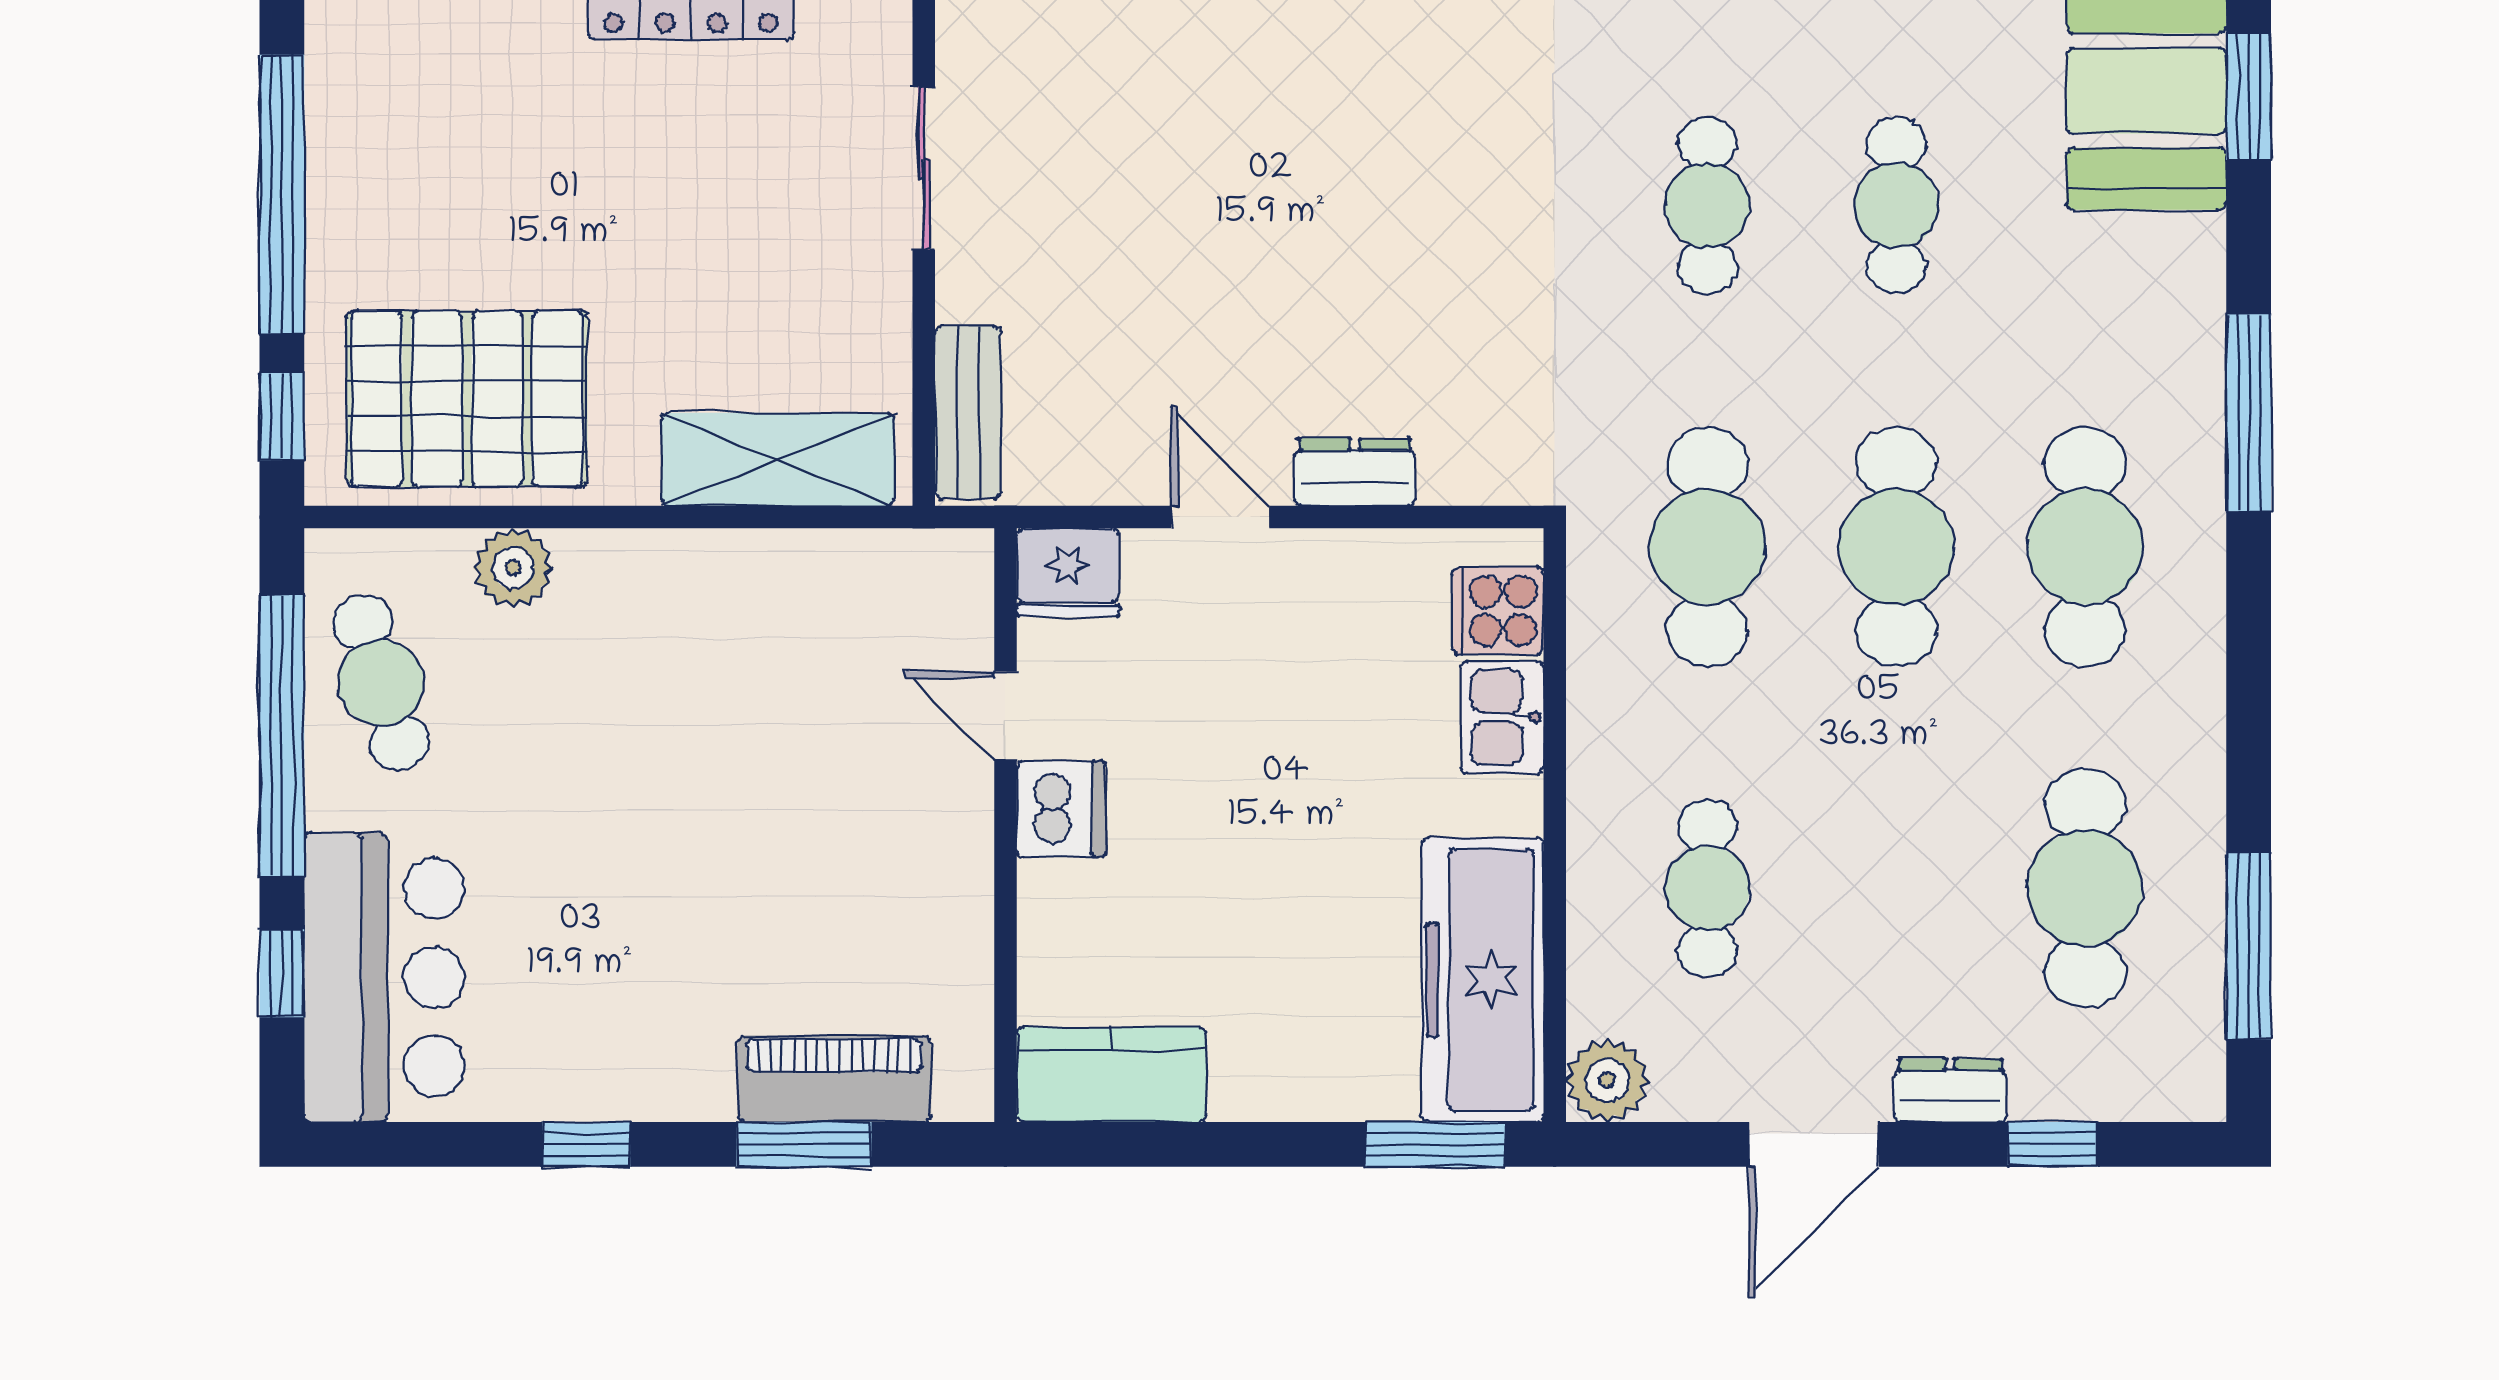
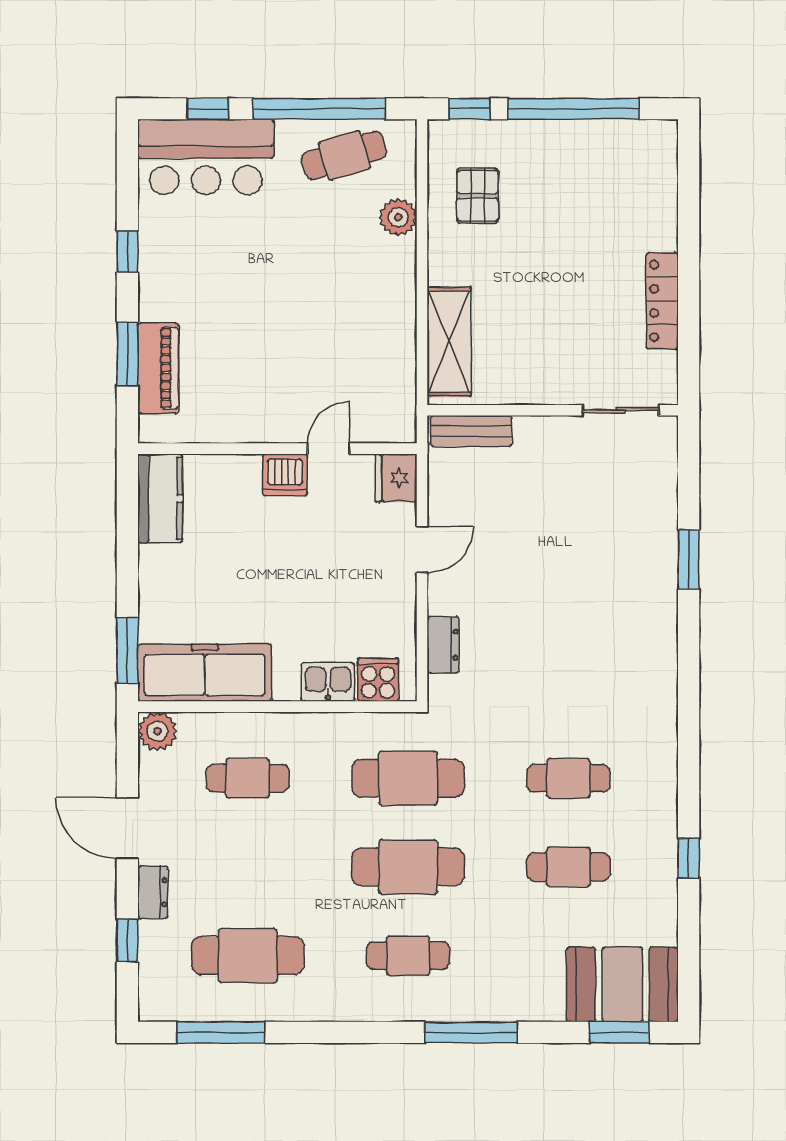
sliding door: (924, 168) -> (621, 410), moved
pallet: (467, 399) -> (478, 196), width x0.49, depth x0.50
dresser: (1355, 472) -> (443, 645), moved
cafe table: (2085, 547) -> (408, 956), width x0.73, depth x0.74

